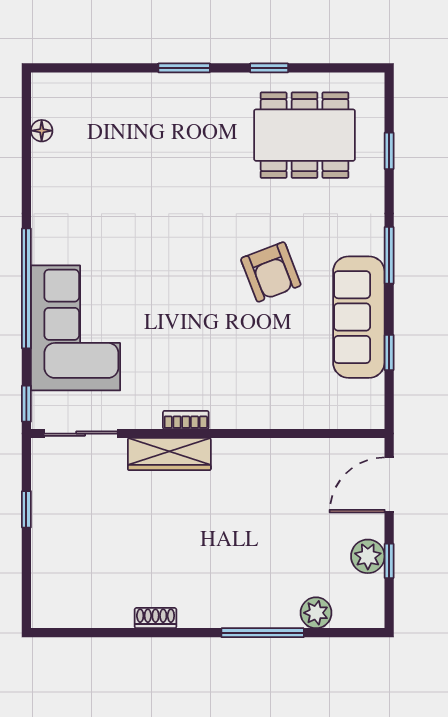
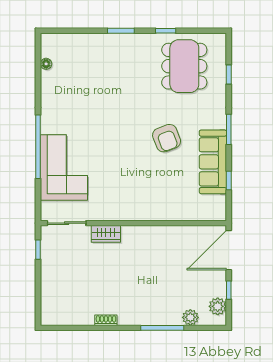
dining table: (304, 135) -> (184, 66), turned 90
window: (26, 404) -> (38, 207), removed
bookcase: (186, 420) -> (122, 216), removed
wardrobe: (169, 454) -> (106, 234), width x0.67
door: (389, 485) -> (229, 250), width x1.36
window: (26, 509) -> (38, 250), moved
plant: (368, 556) -> (218, 306), moved

